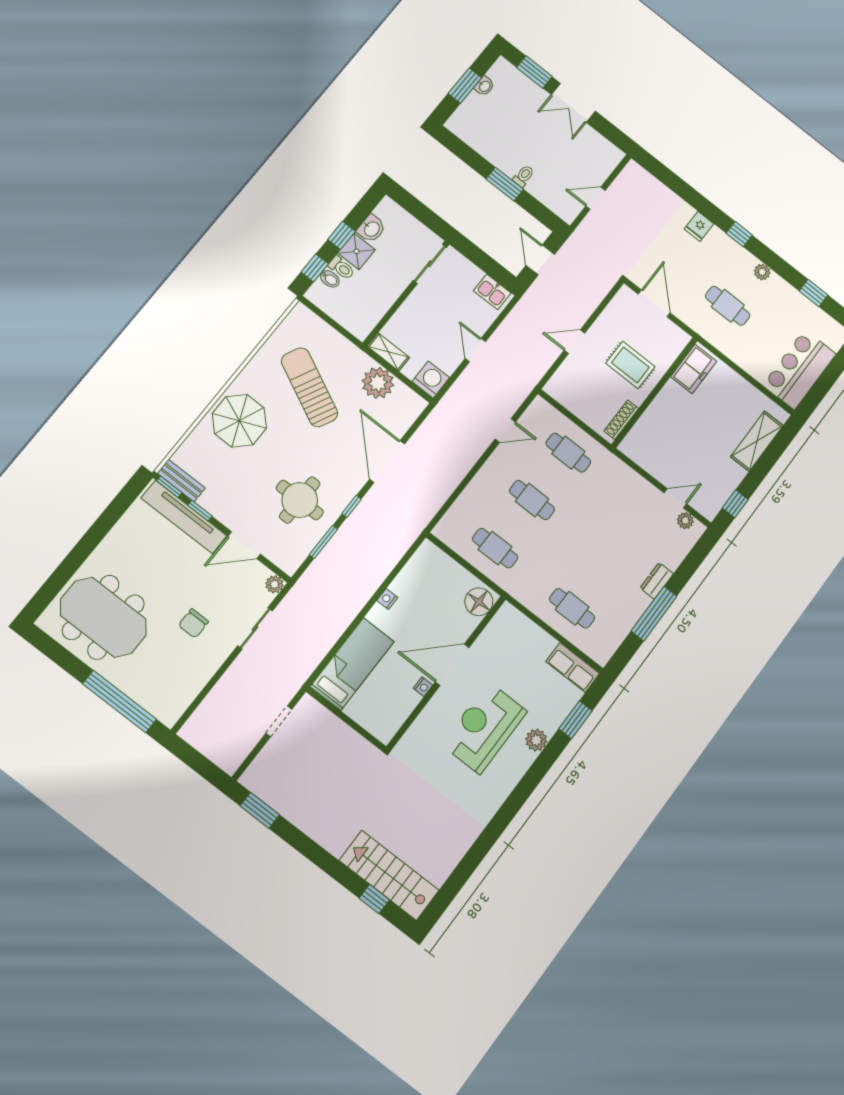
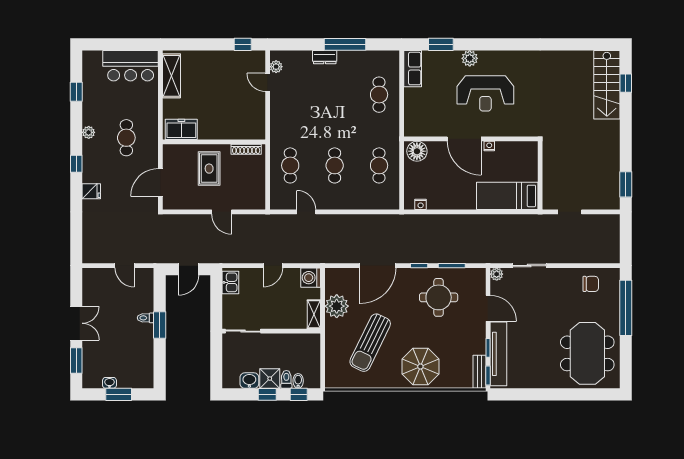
shelving: (757, 441) -> (171, 76), moved, turned 90
nightstand: (387, 599) -> (421, 204), moved
chair: (193, 623) -> (591, 284), moved

